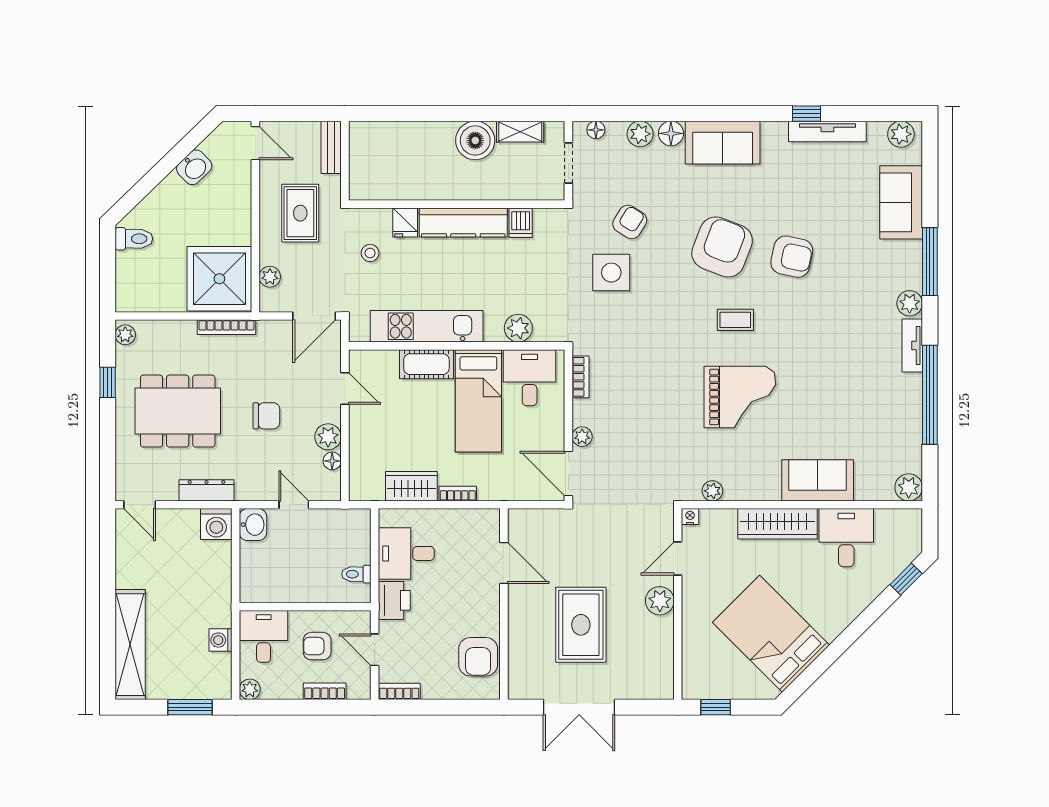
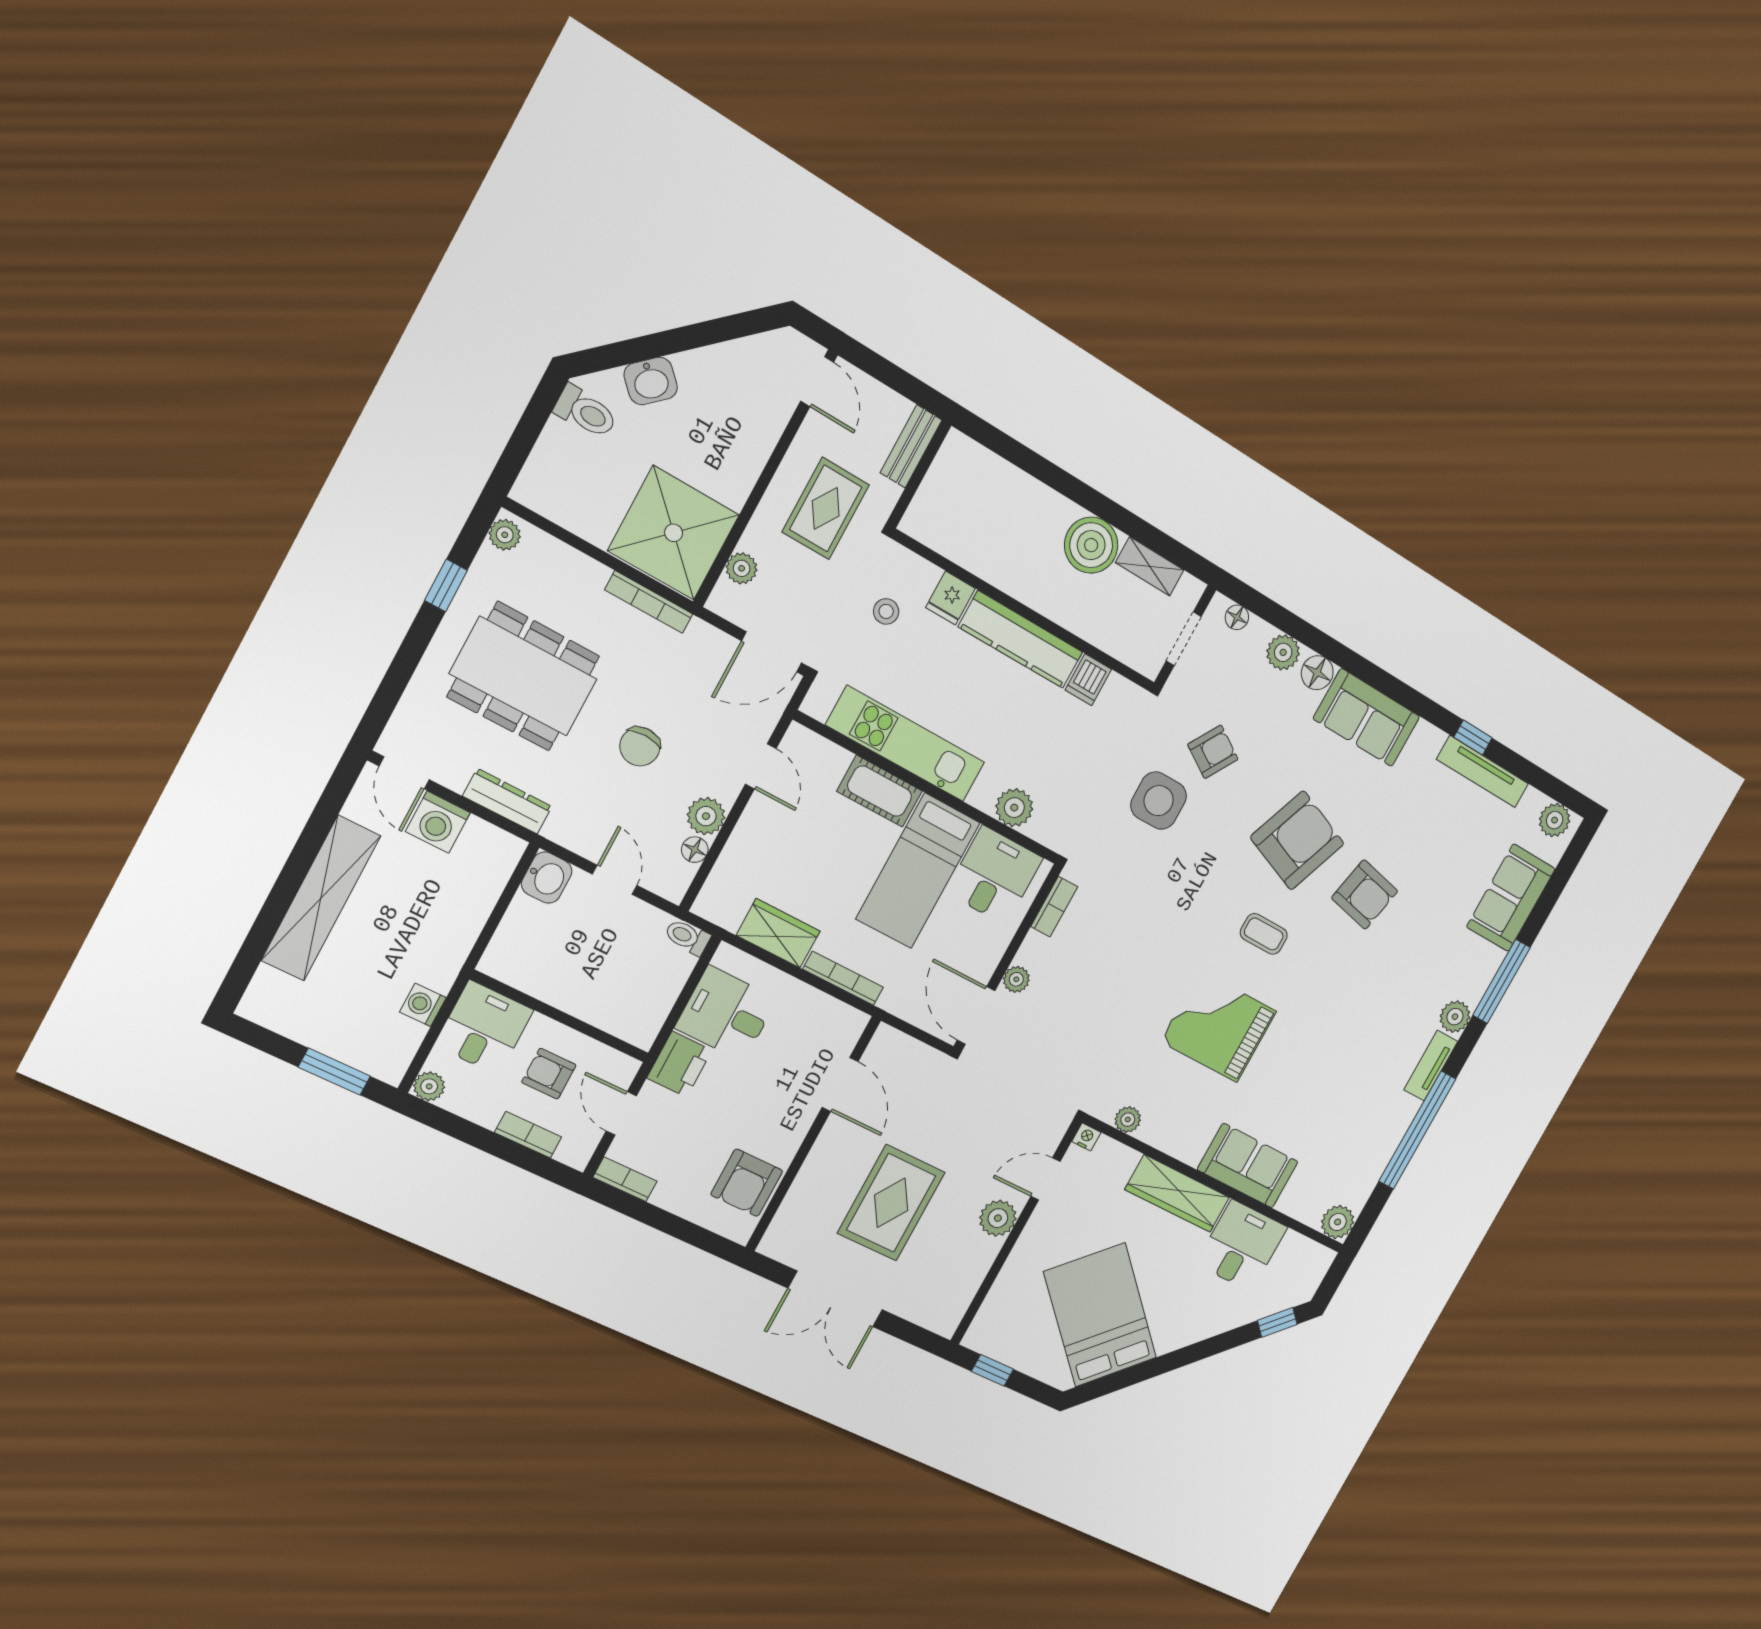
washbasin: (194, 167) -> (651, 381), moved
grand piano: (740, 397) -> (1218, 1026), turned 180
chair: (266, 416) -> (640, 747), turned 90
bookcase: (458, 494) -> (843, 978), width x1.56
washing machine: (216, 524) -> (438, 822), moved
toilet: (356, 574) -> (687, 937), moved
shelving: (130, 645) -> (321, 898), moved

